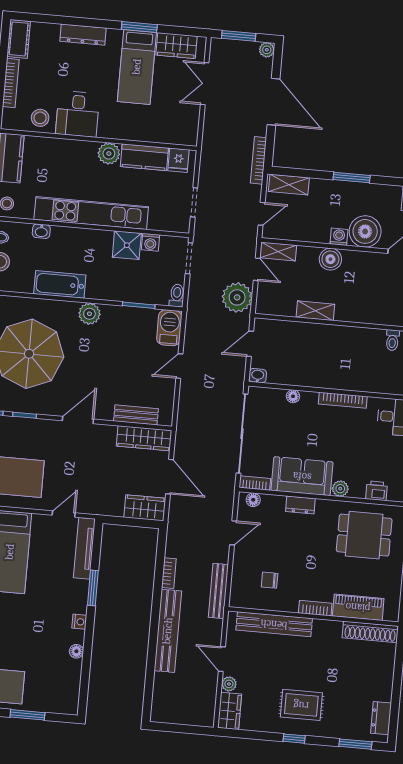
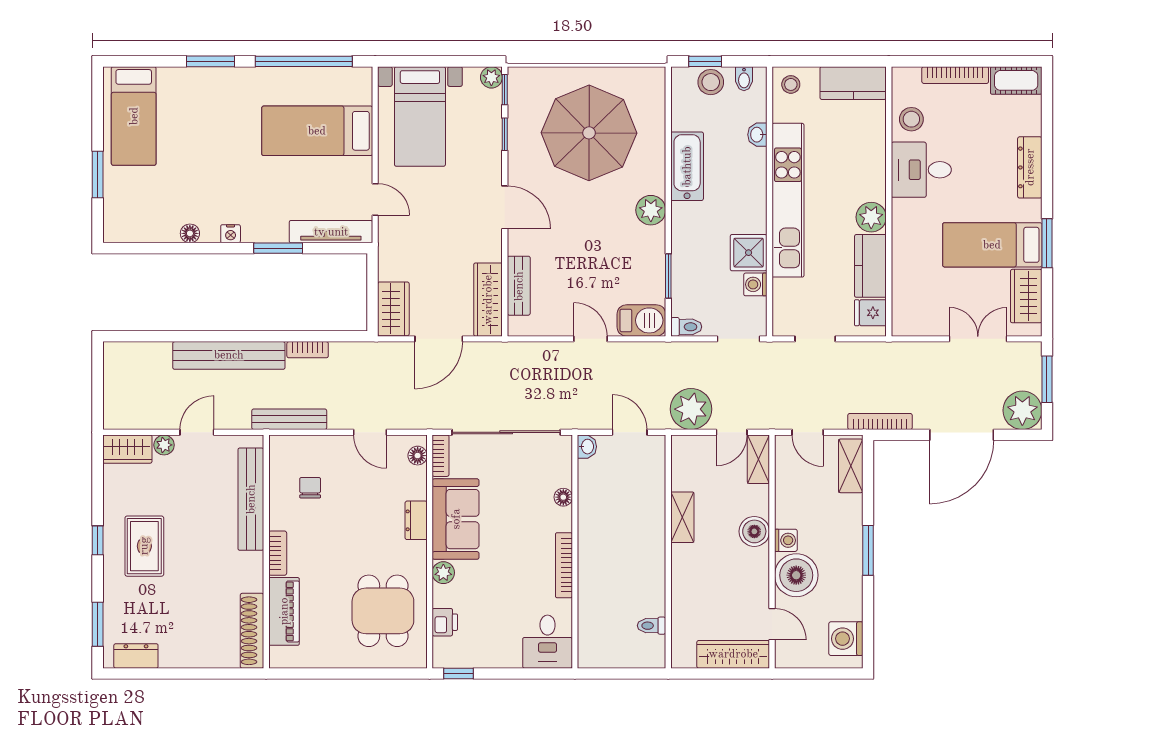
plant: (267, 50) -> (1022, 410), width x1.87, depth x1.87

